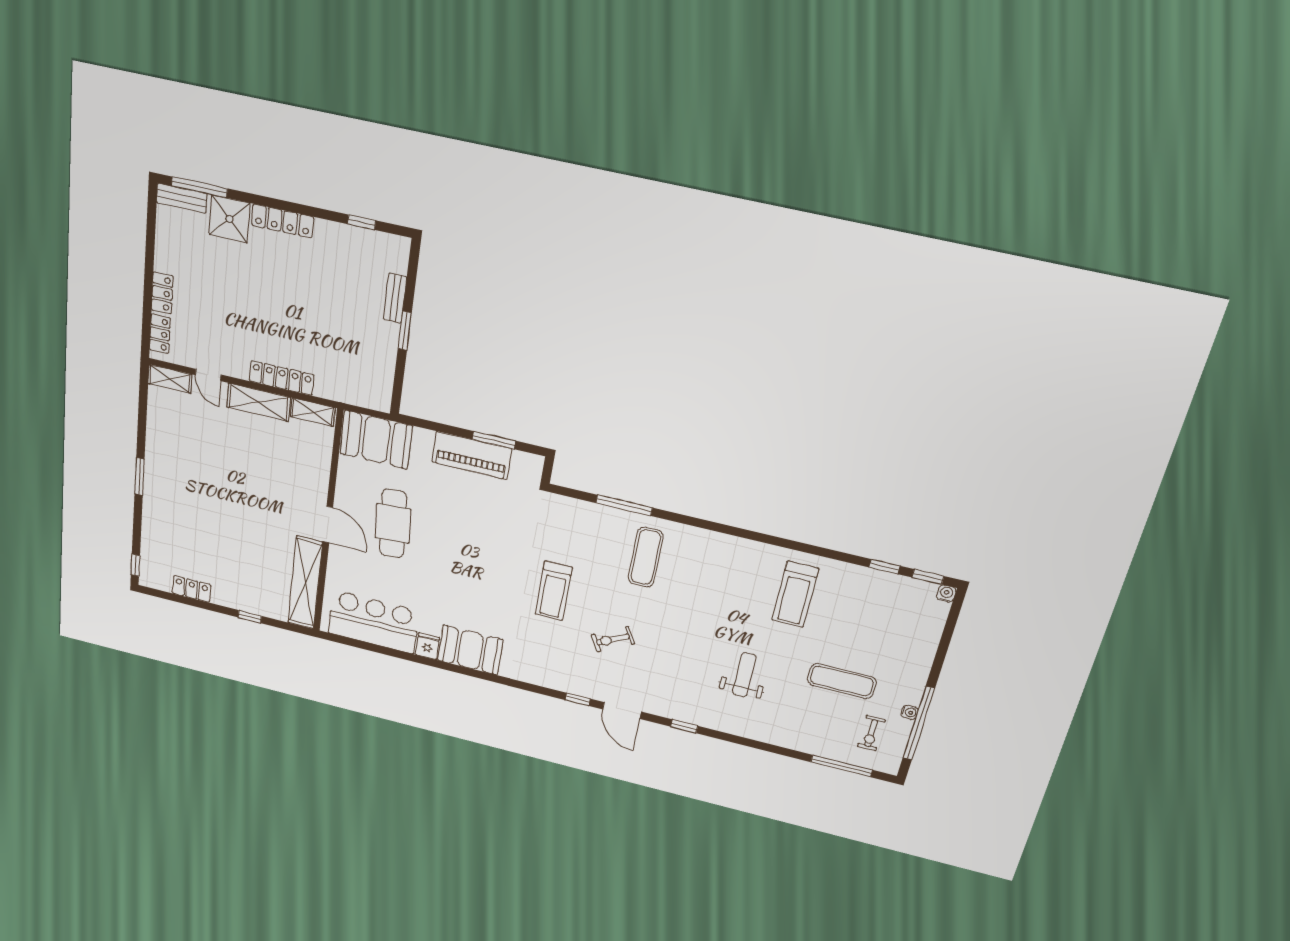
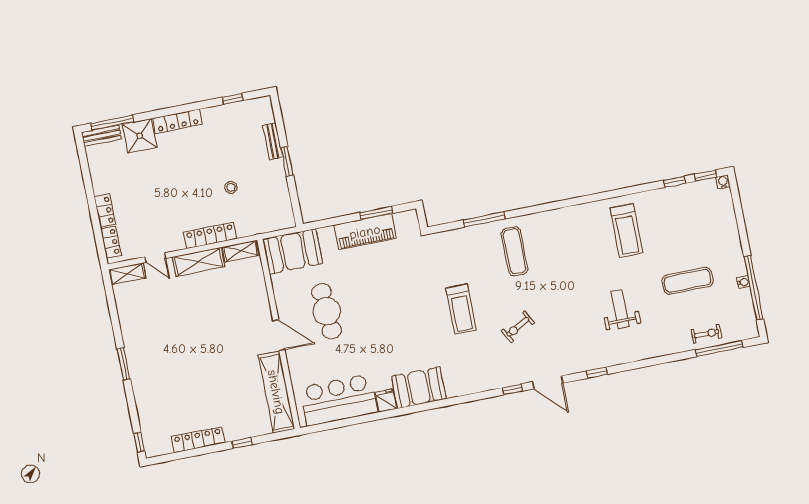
stool: (325, 332) -> (231, 187), added
locker: (192, 589) -> (198, 440), width x1.53
exercise bike: (871, 733) -> (706, 334), moved, turned -90

